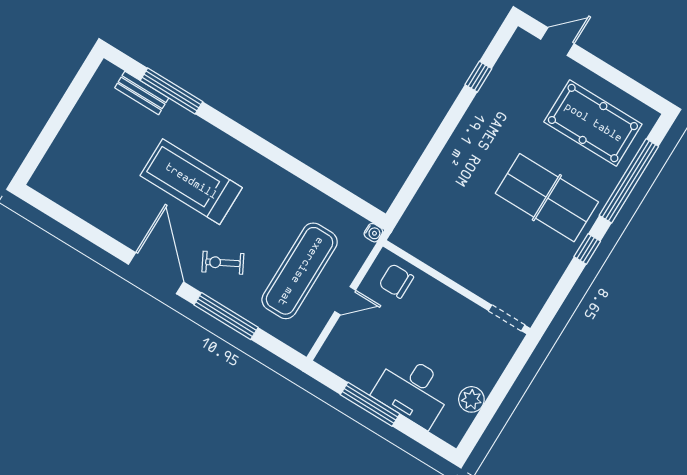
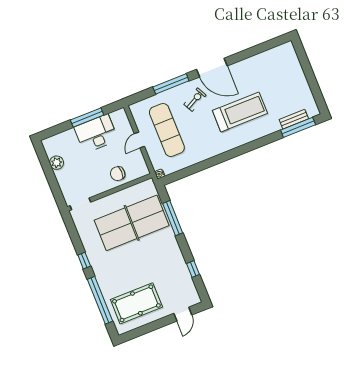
window: (171, 91) -> (298, 127), moved
window: (425, 164) -> (173, 218), added
table tennis table: (547, 198) -> (132, 223), moved, width x1.36, depth x1.32
chair: (396, 281) -> (118, 174), moved, turned 180
desk: (413, 390) -> (96, 134), moved

